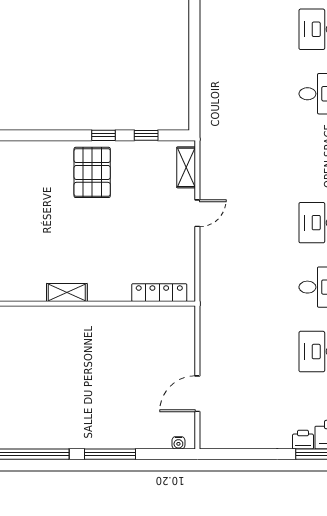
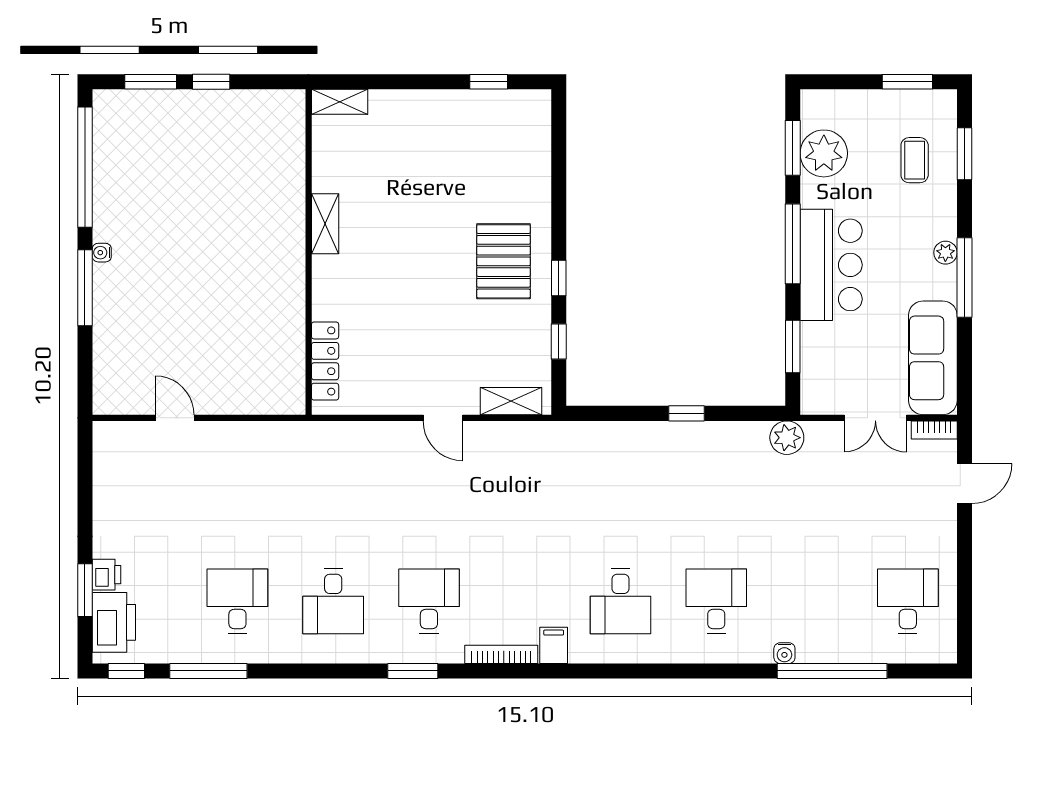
window: (194, 49) -> (687, 413), added
pallet: (92, 172) -> (504, 261), turned 90
door: (197, 394) -> (175, 418), width x0.73
water cooler: (178, 443) -> (102, 253), moved

